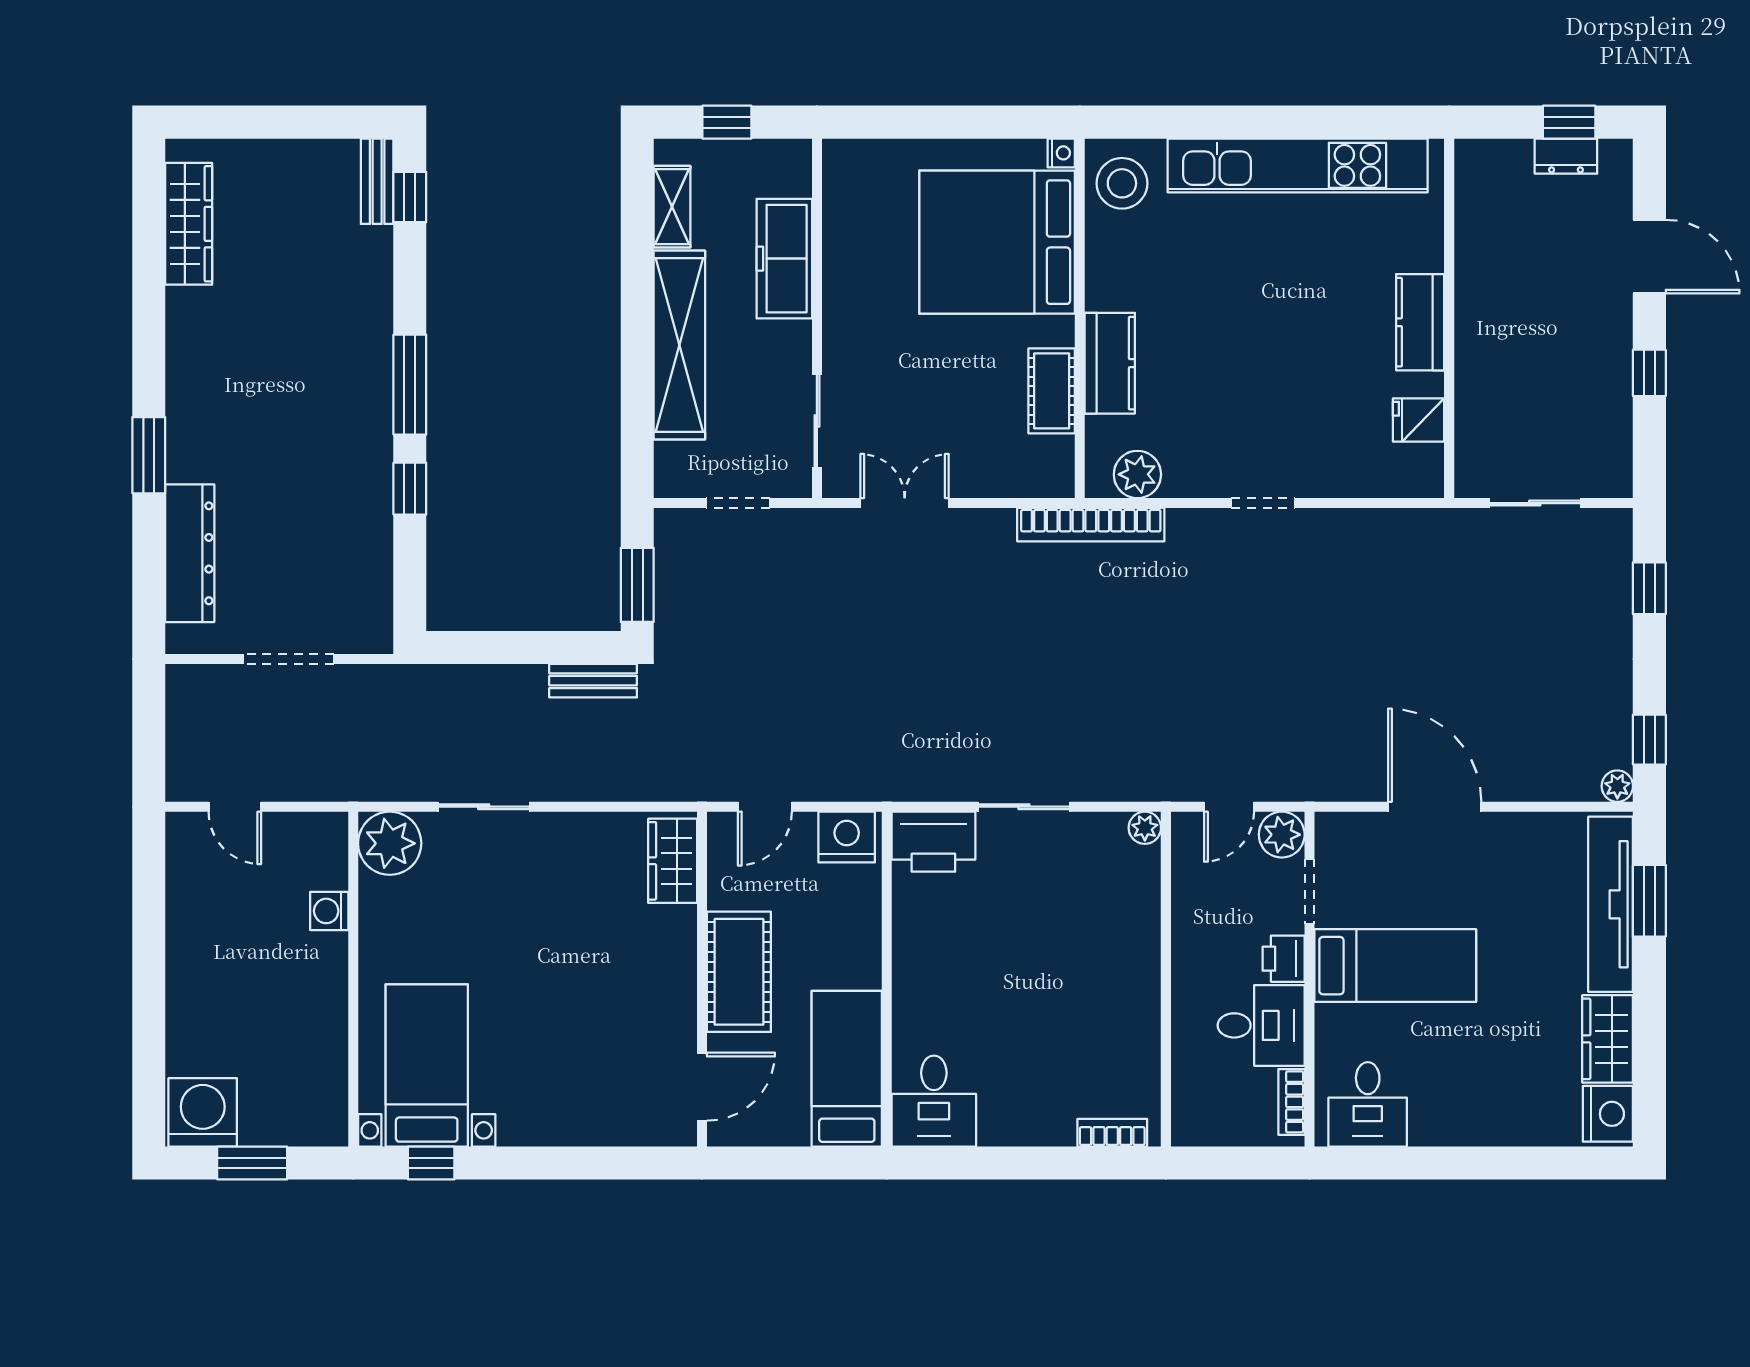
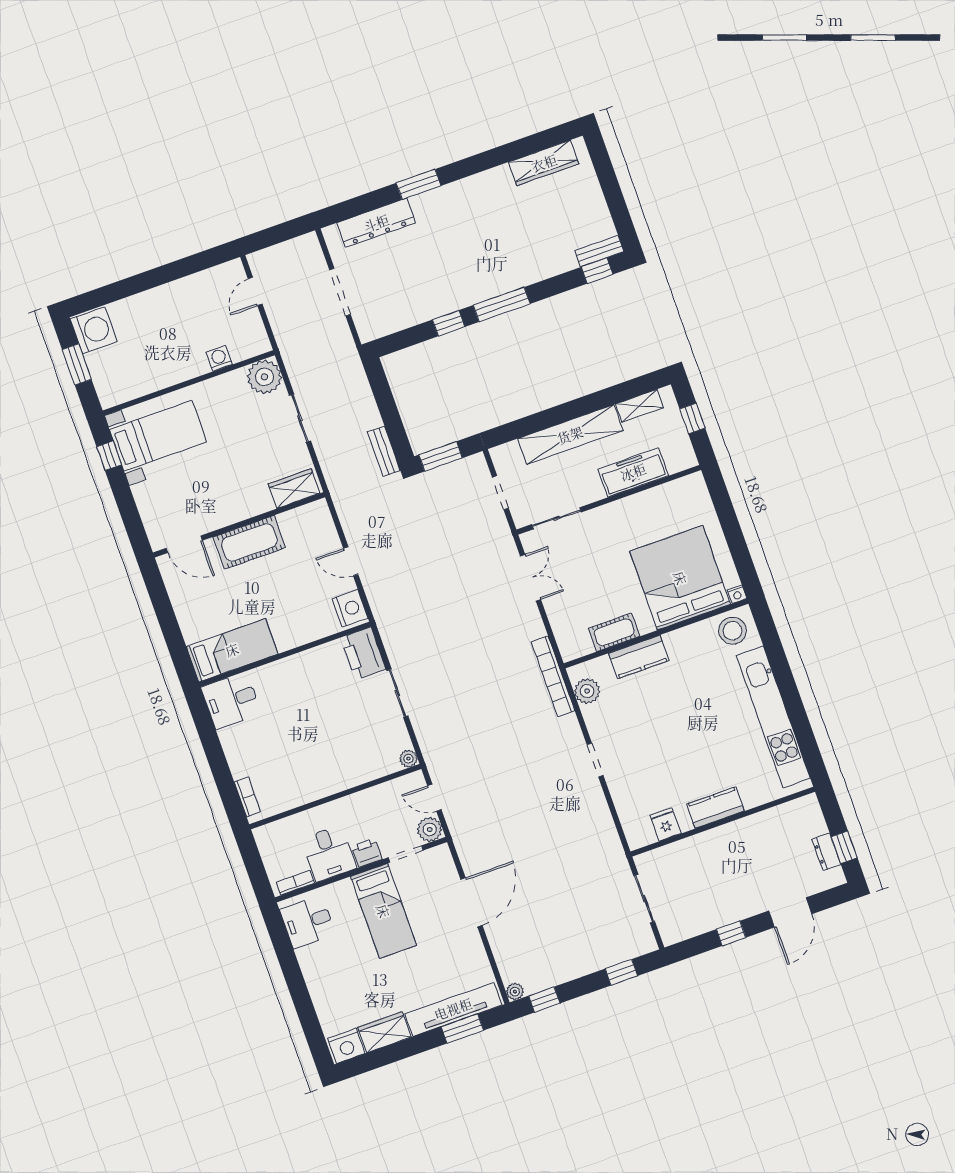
wardrobe: (673, 861) -> (294, 489), moved
cot: (739, 972) -> (249, 542), moved
wall: (702, 979) -> (239, 525), moved
door: (702, 1087) -> (184, 544), moved

